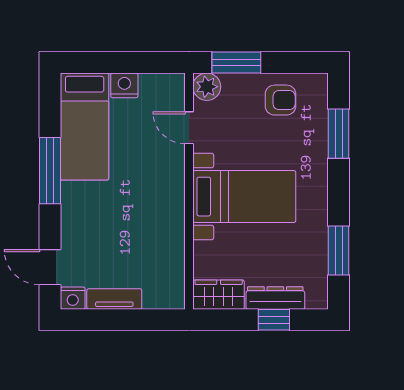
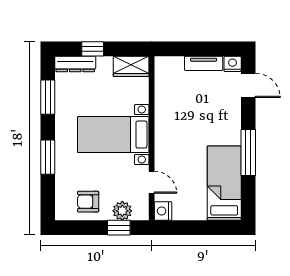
window: (236, 63) -> (119, 228), width x0.67
nightstand: (124, 85) -> (163, 211), moved, turned 90
plant: (207, 87) -> (122, 211), moved
window: (339, 134) -> (48, 157), moved
dresser: (275, 298) -> (75, 64), moved

